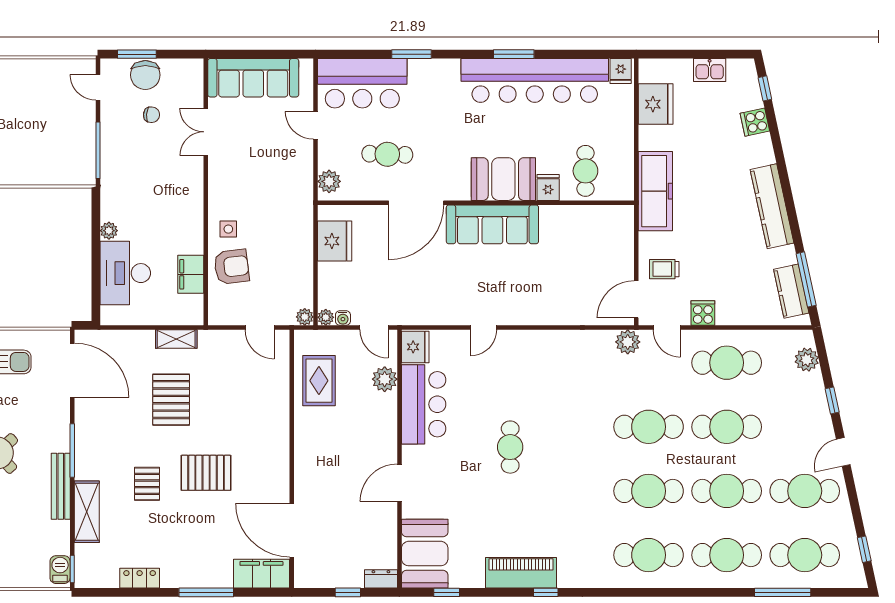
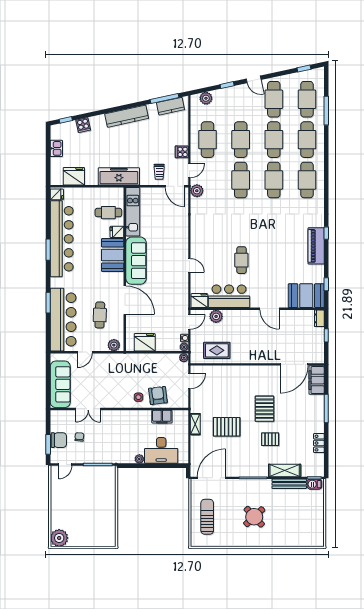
bar counter: (362, 83) -> (63, 320), width x1.36
kitchen unit: (587, 218) -> (133, 212), added
cafe table: (510, 447) -> (241, 260), moved, turned 90
bench: (61, 486) -> (289, 484), moved

